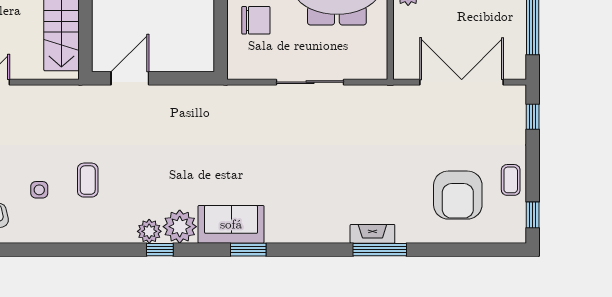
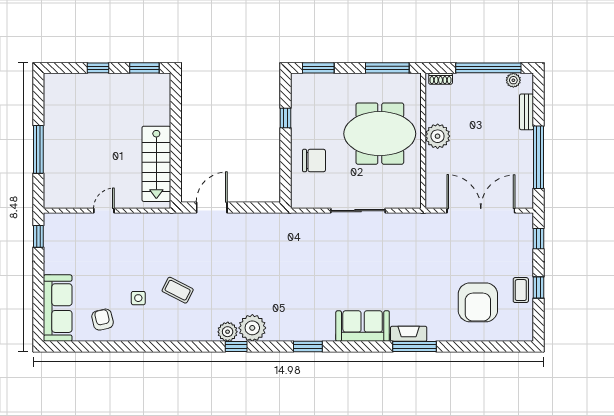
coffee table: (88, 180) -> (178, 290), turned -63
window: (533, 215) -> (539, 288), moved
sofa: (231, 224) -> (363, 326), moved

